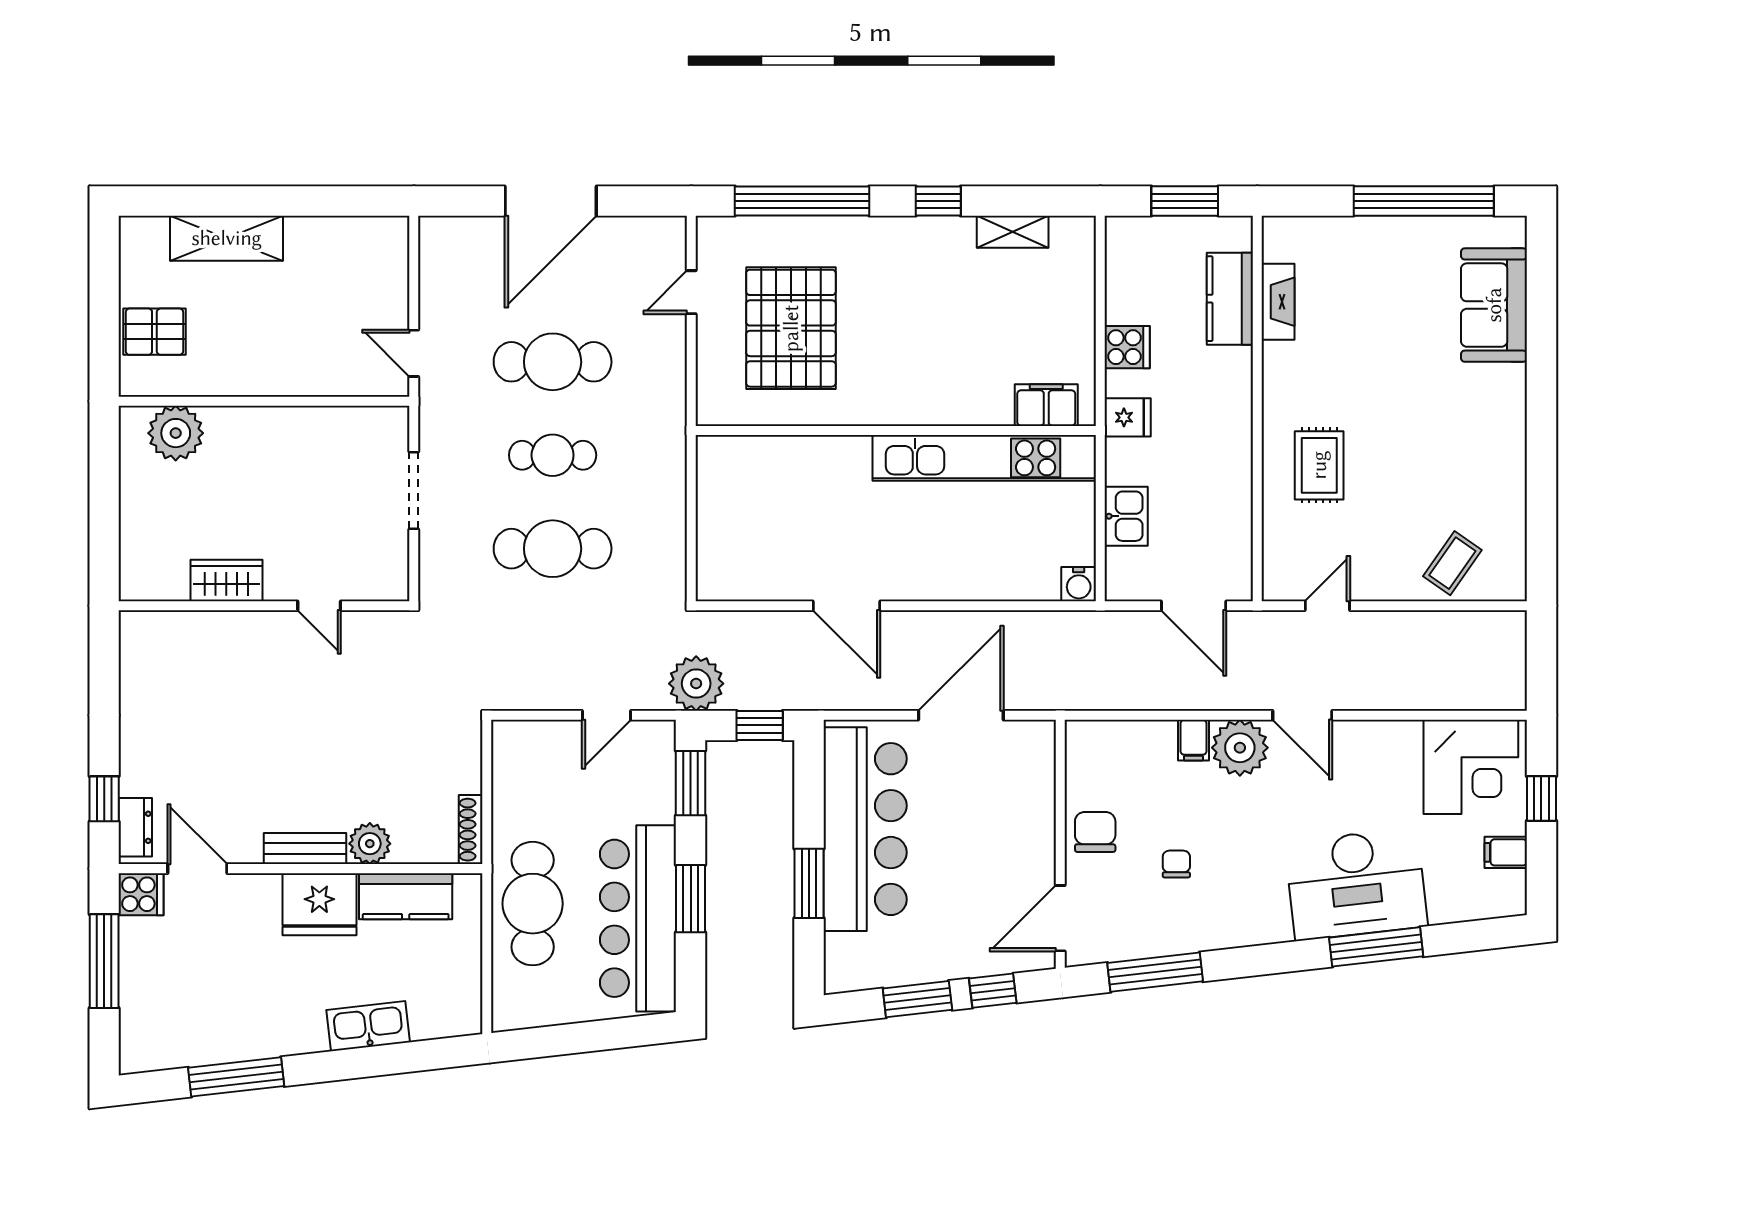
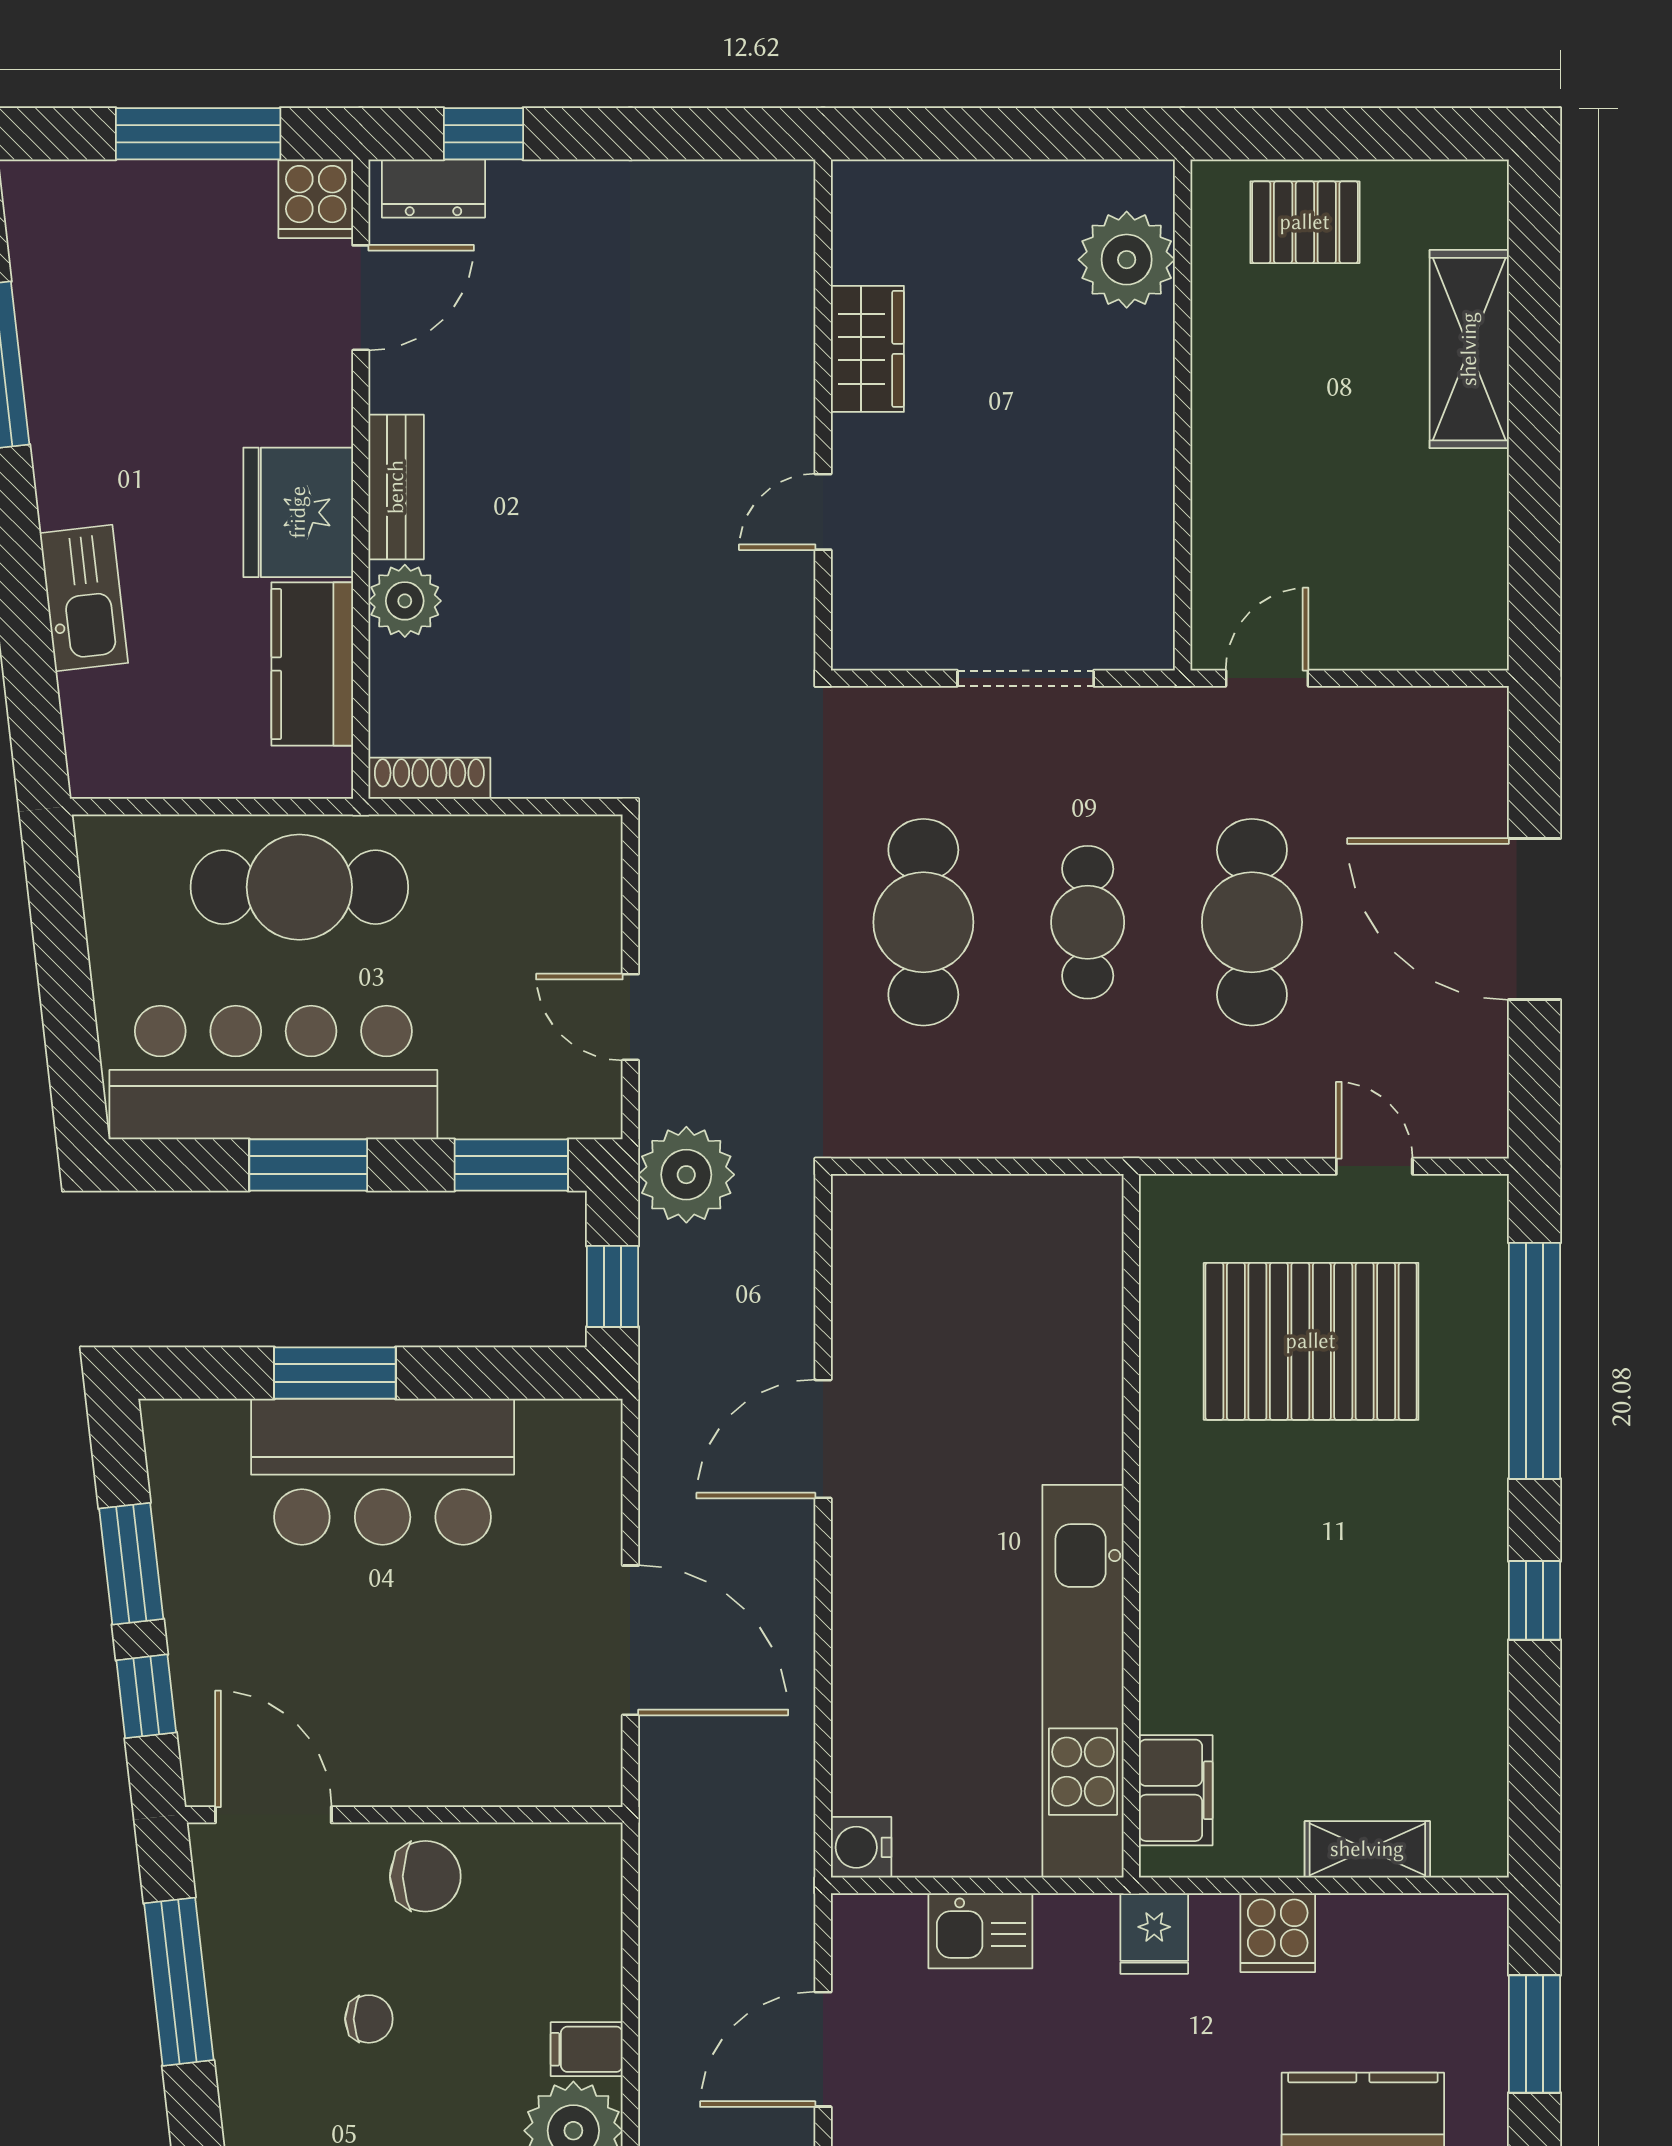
shelving: (1013, 232) -> (1367, 1849), moved, turned 90
pallet: (154, 332) -> (1305, 222), turned 90
bar counter: (865, 829) -> (383, 1472), width x0.73

